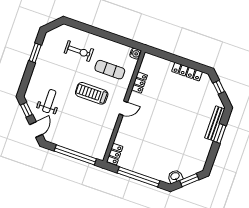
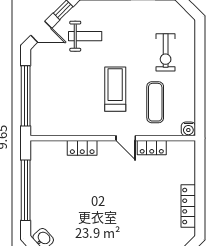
door: (123, 108) -> (126, 138), moved
locker: (115, 154) -> (82, 148), moved

